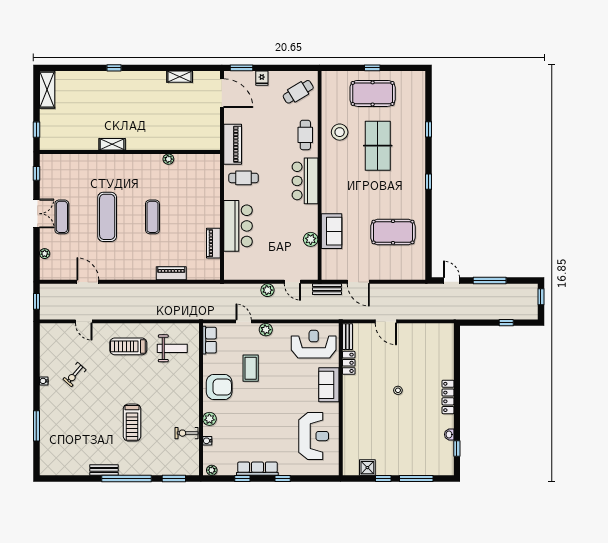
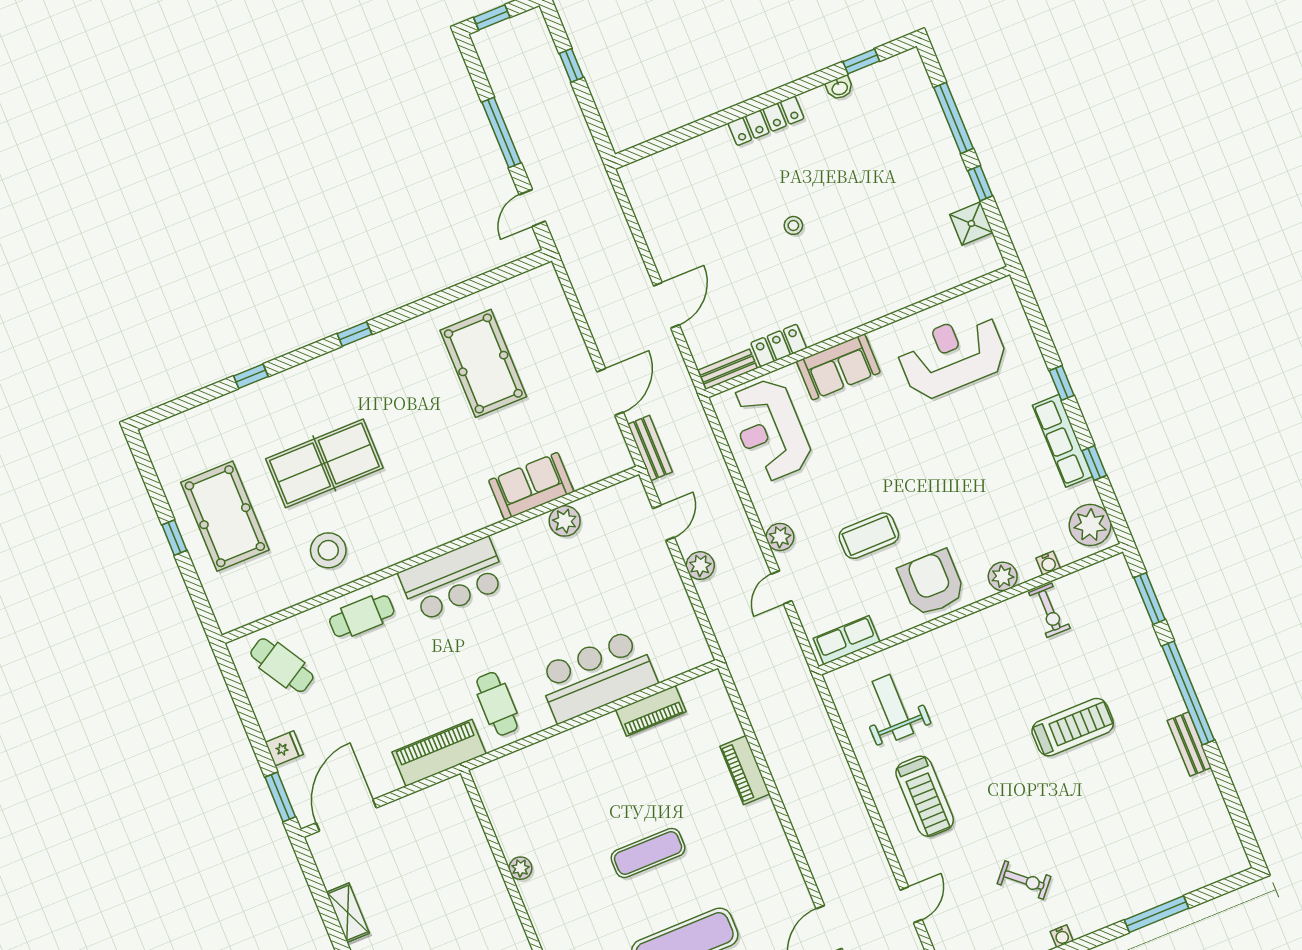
plant: (212, 470) -> (1090, 525), width x1.87, depth x1.87

